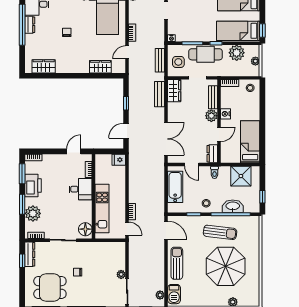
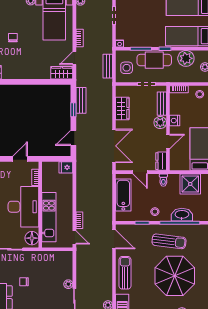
wardrobe: (100, 67) -> (62, 73), moved
wardrobe: (174, 91) -> (122, 108), moved
bench: (160, 94) -> (81, 100), moved
desk: (80, 189) -> (23, 207), width x1.87, depth x1.30

